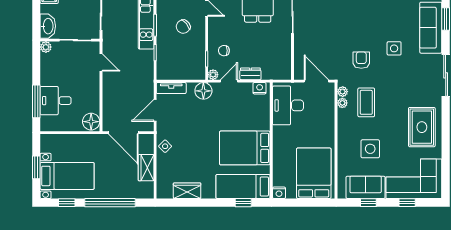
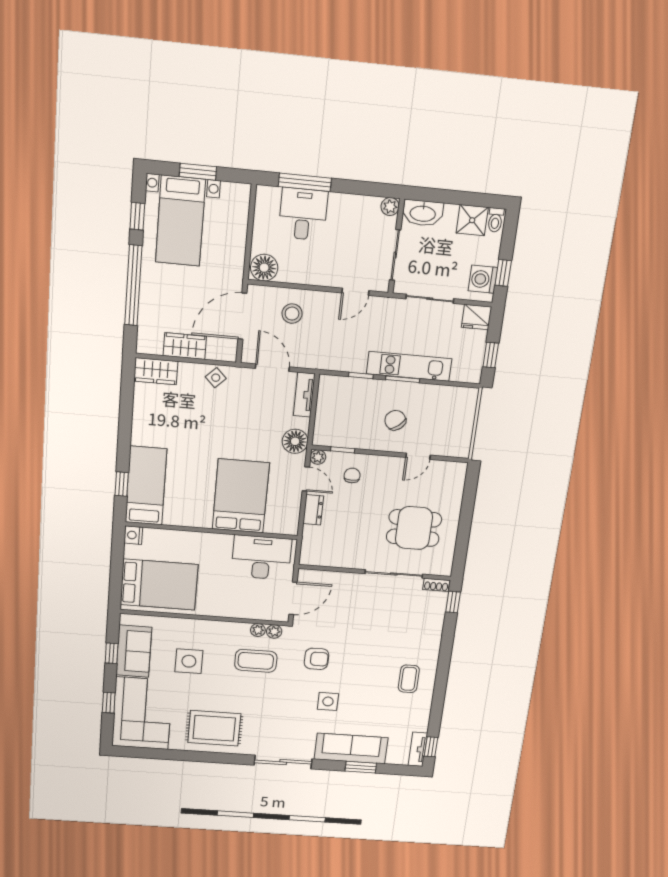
nightstand: (260, 88) -> (291, 521), removed
stool: (119, 101) -> (292, 314), added
bed: (245, 148) -> (241, 496), moved
wardrobe: (187, 191) -> (156, 371), moved, turned 90

